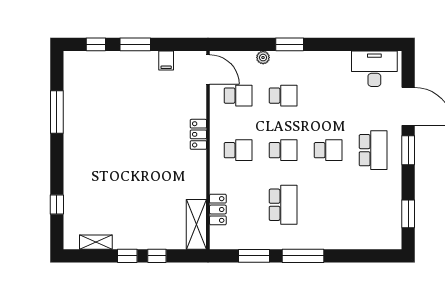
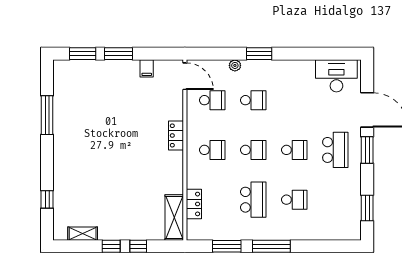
window: (96, 44) -> (83, 54), width x1.50
school desk: (328, 205) -> (294, 200), added

